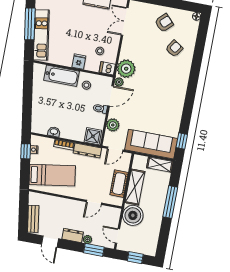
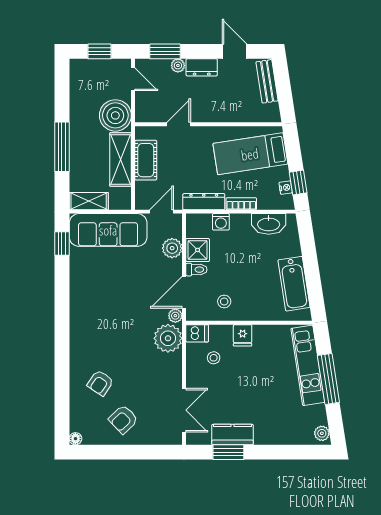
bathtub: (61, 76) -> (294, 284), moved, turned -99
washbasin: (54, 132) -> (269, 224), width x1.91, depth x1.45
washing machine: (79, 136) -> (221, 222), added
shower: (93, 136) -> (198, 250), moved

